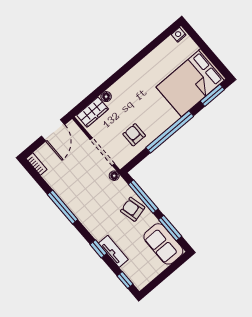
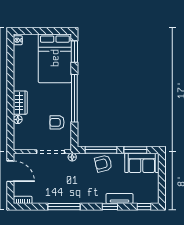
wardrobe: (93, 112) -> (20, 103), moved

